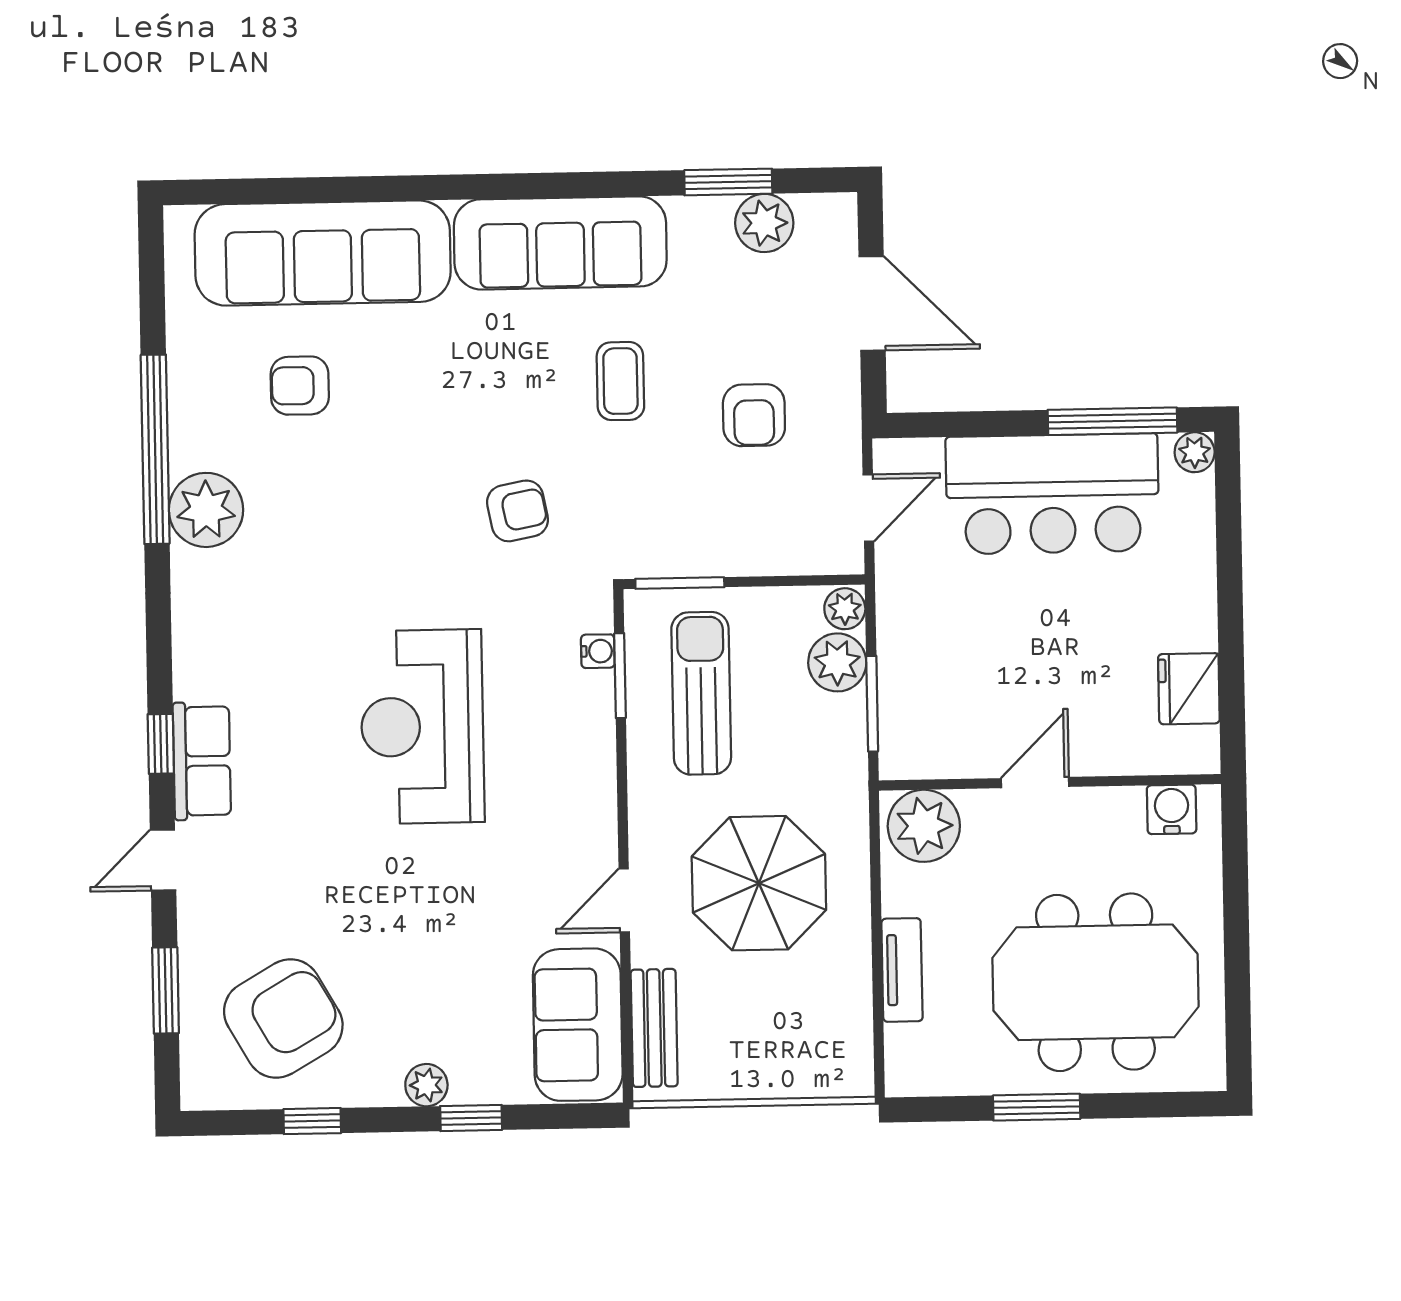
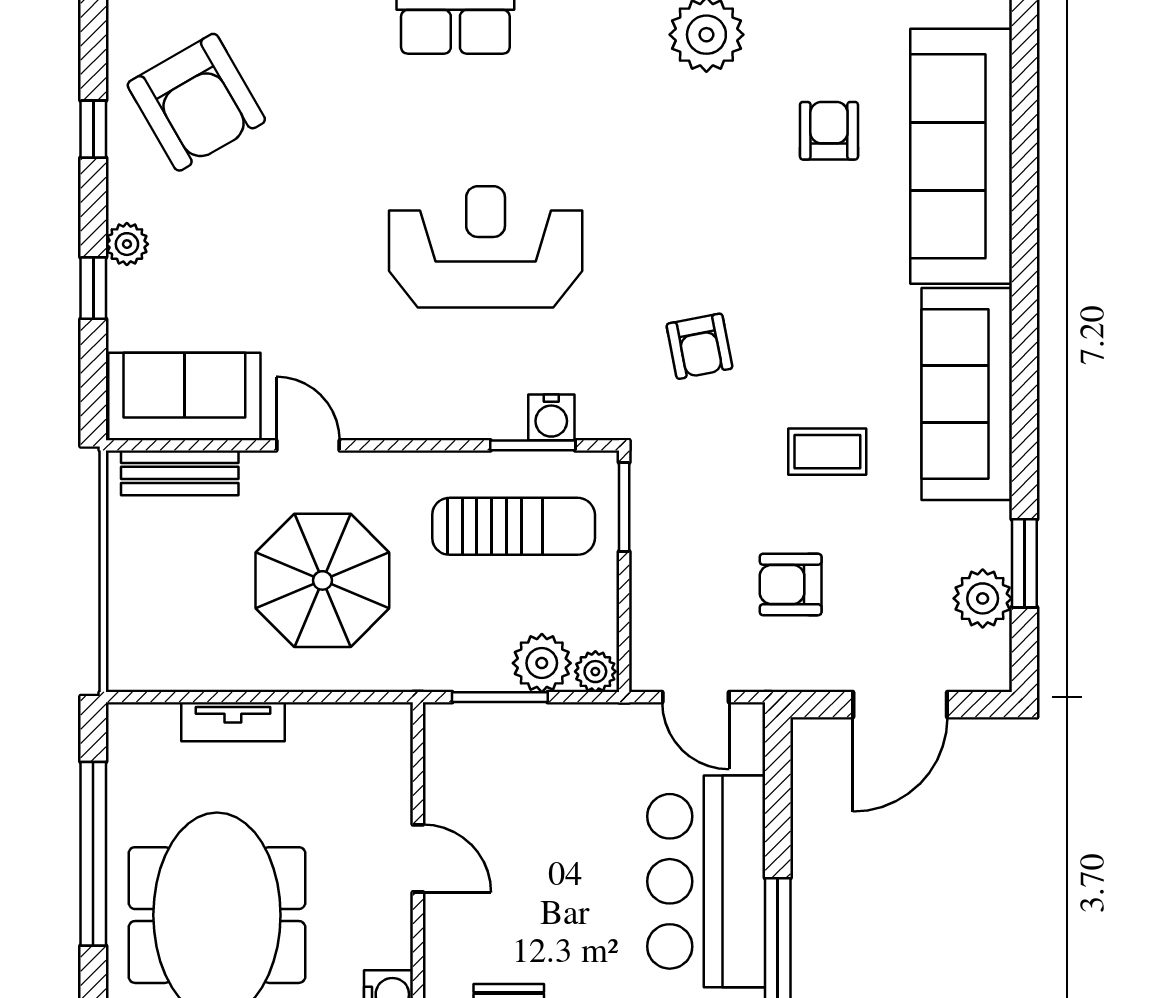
water cooler: (598, 651) -> (551, 417), width x1.38, depth x1.38
plant: (924, 826) -> (377, 746), removed
window: (1037, 1107) -> (93, 854), width x2.11

